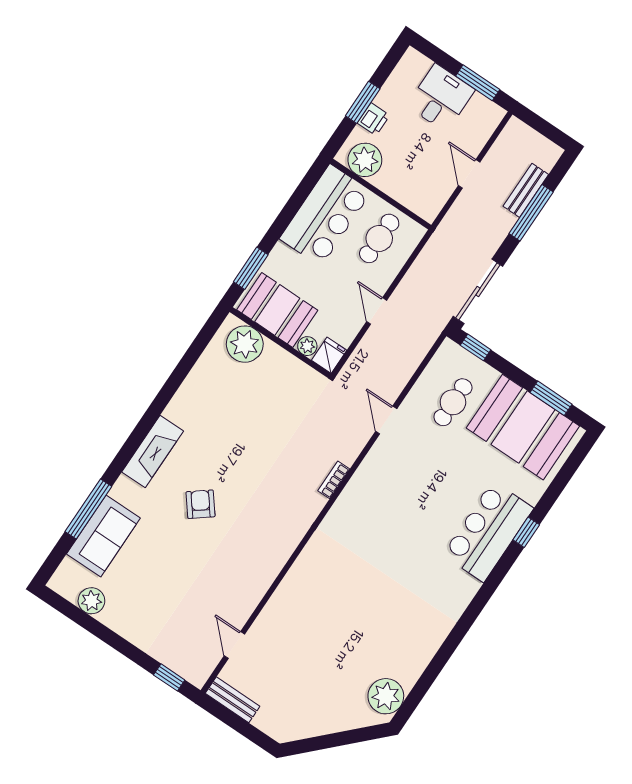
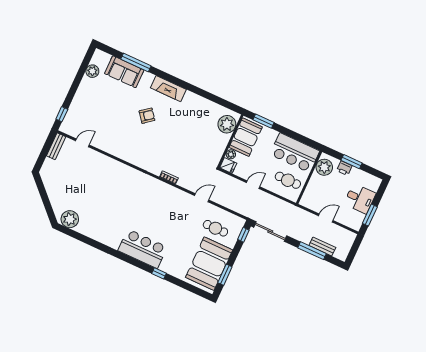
bar counter: (488, 531) -> (143, 249), moved

